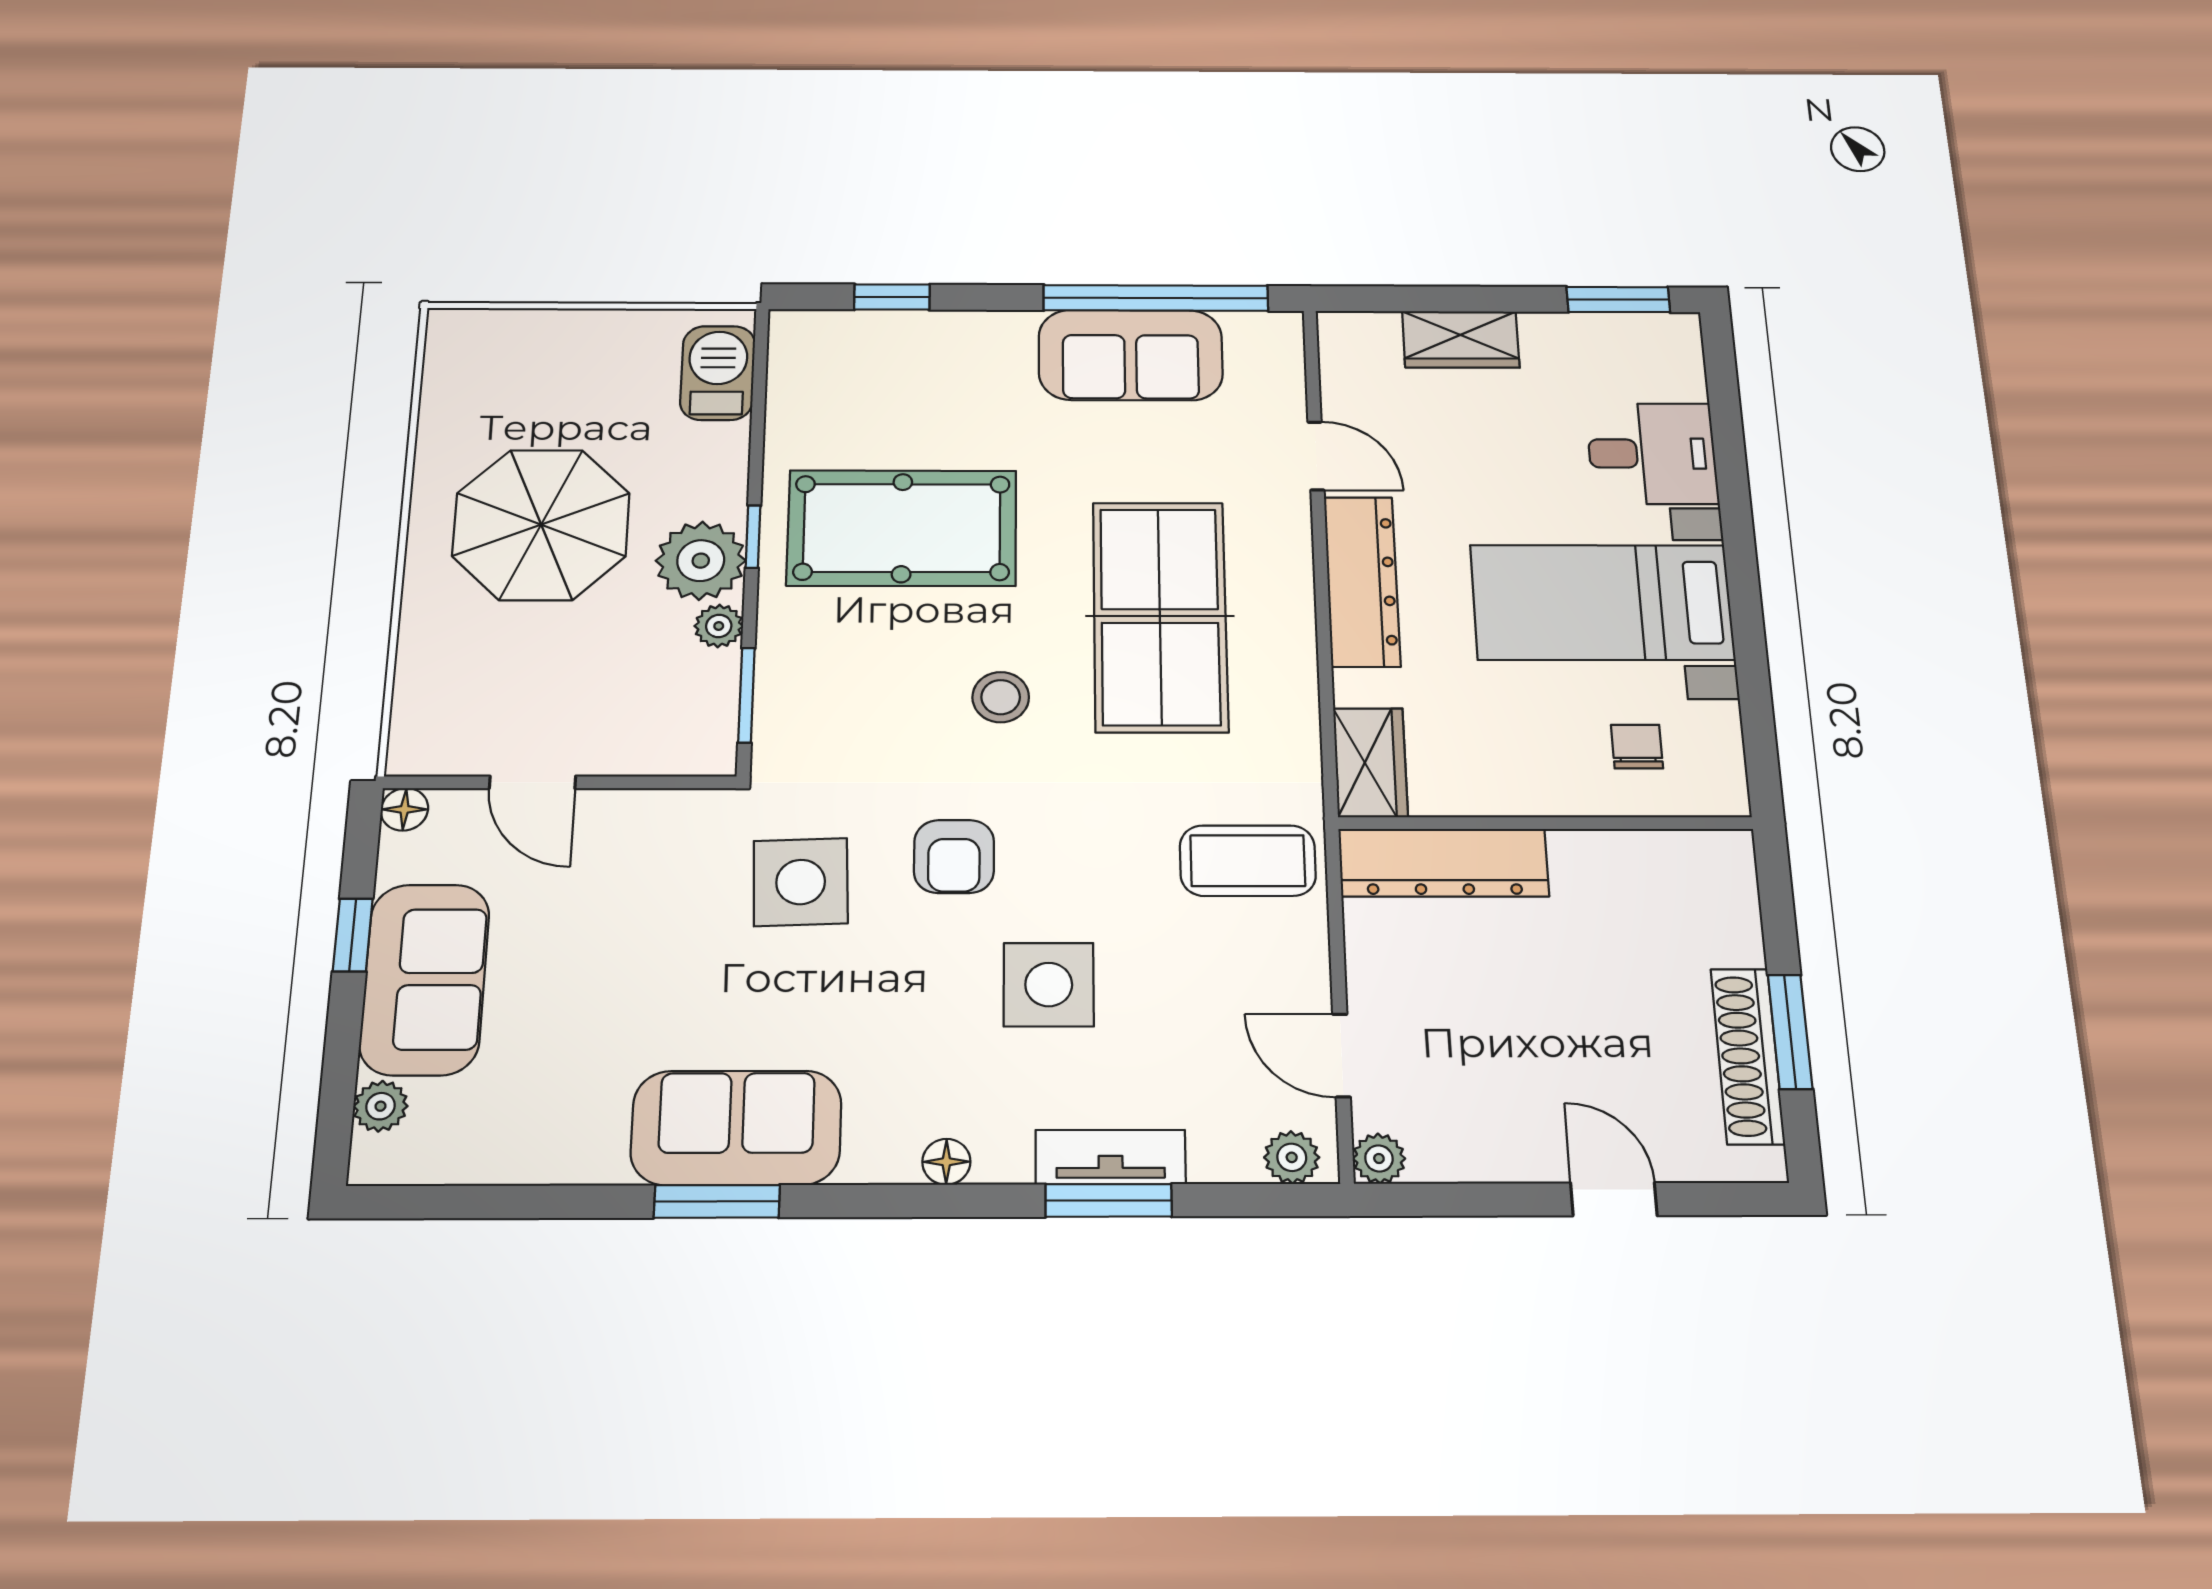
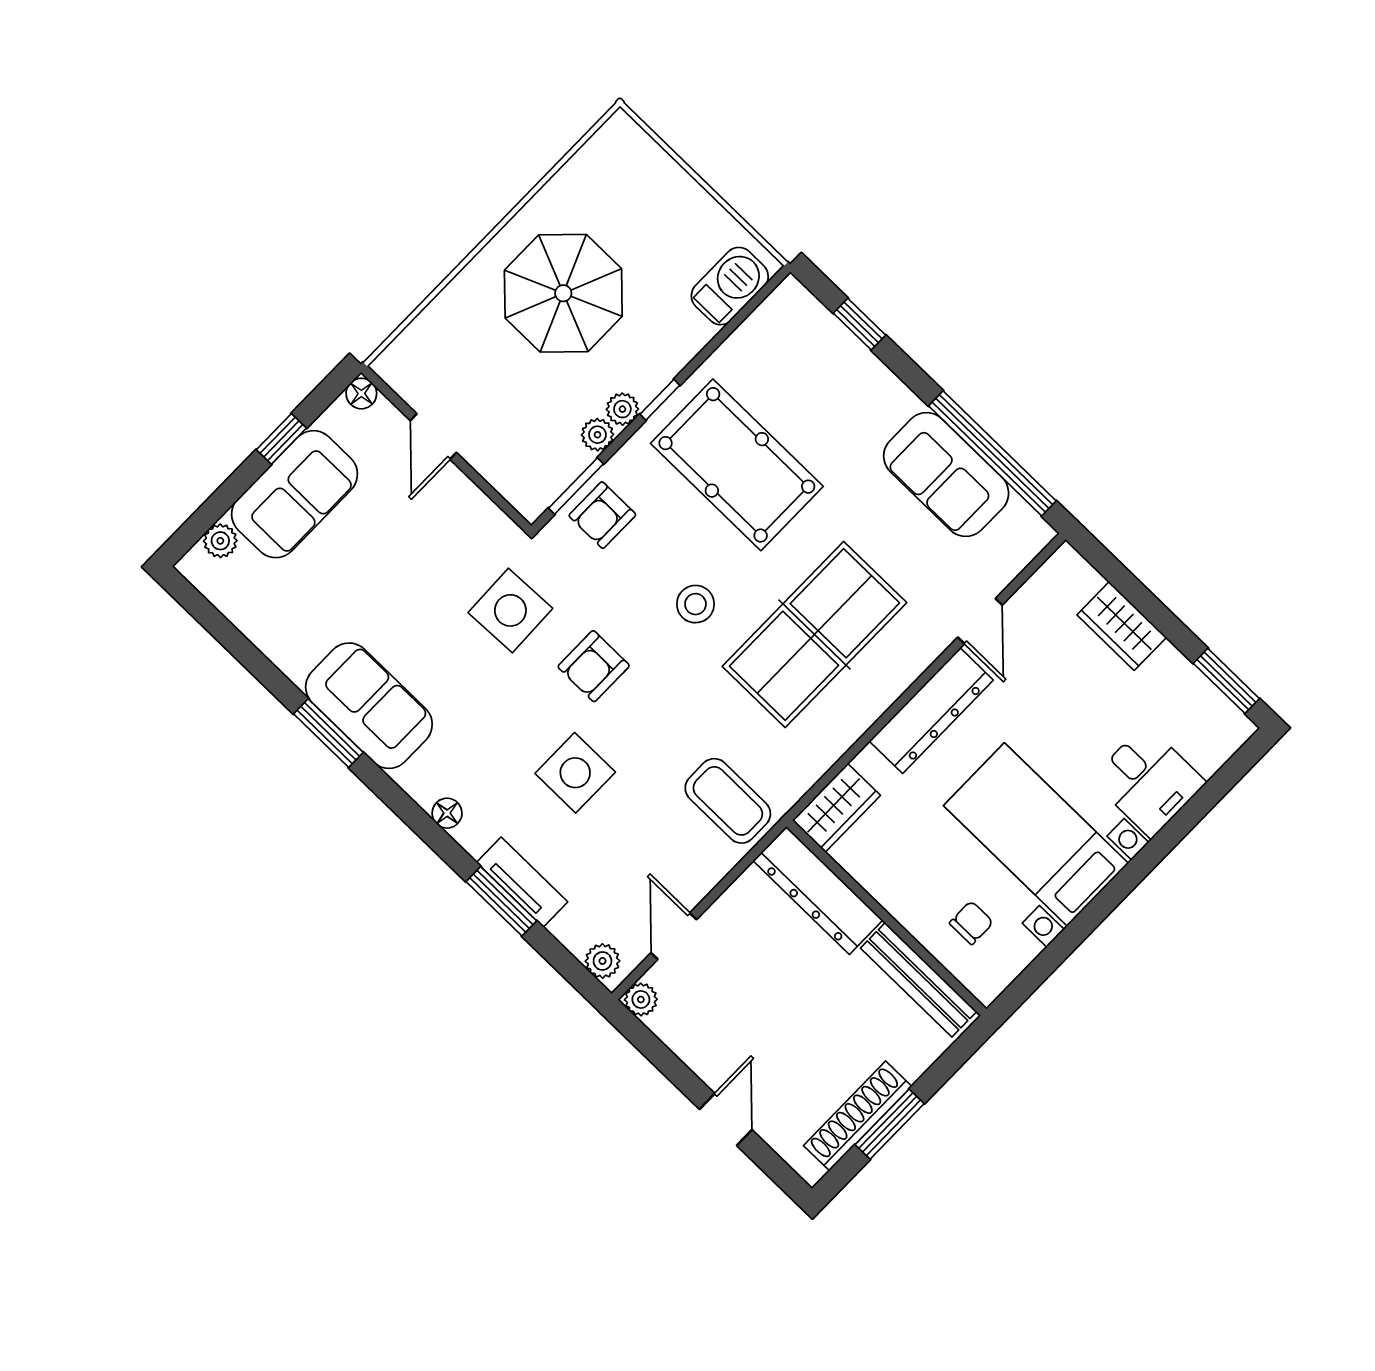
plant: (701, 561) -> (622, 409), width x0.53, depth x0.53
armchair: (806, 699) -> (602, 515), added
bench: (1649, 854) -> (919, 980), added

